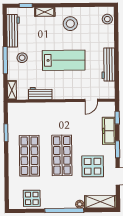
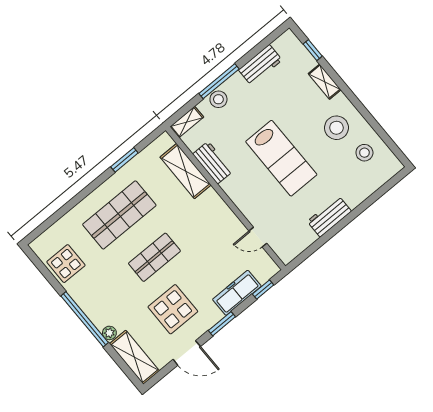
stool: (107, 19) -> (364, 153), moved
workbench: (13, 31) -> (260, 65), width x0.73
stool: (22, 58) -> (218, 99), moved
workbench: (108, 64) -> (329, 216), width x0.73
shelving: (34, 109) -> (186, 171), added
shop shelf: (62, 155) -> (154, 257), width x0.70, depth x0.74

